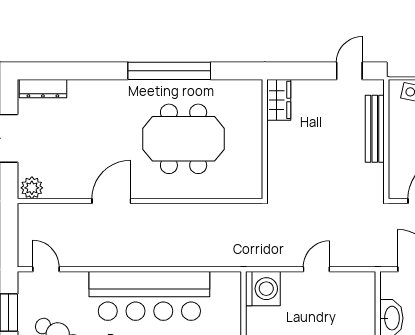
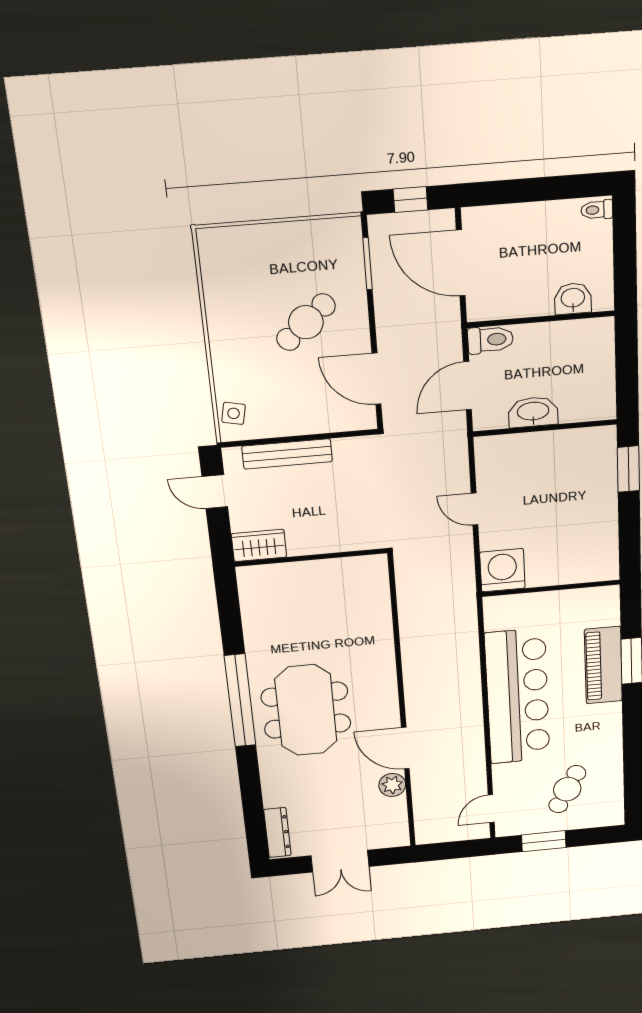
wardrobe: (279, 100) -> (259, 545), moved
meeting table: (184, 139) -> (306, 710), moved
wall: (265, 139) -> (311, 557), moved
plant: (32, 188) -> (392, 785), moved

